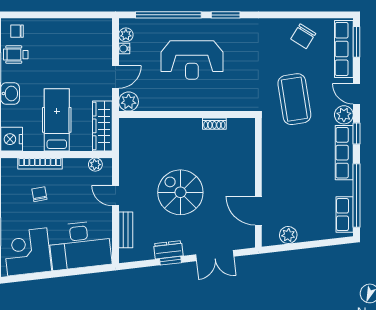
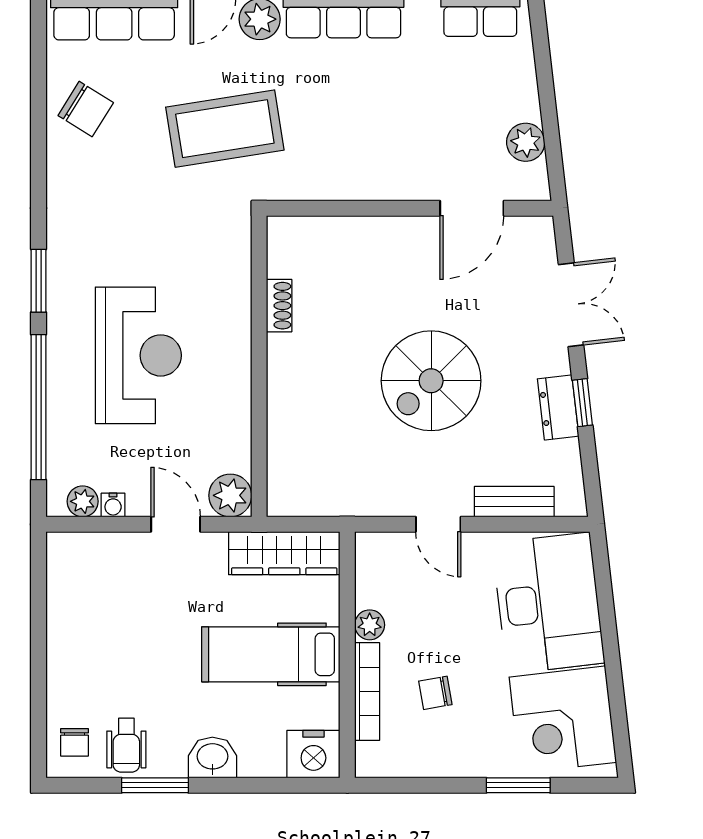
plant: (95, 165) -> (370, 625), moved
door: (116, 196) -> (438, 524), hinge flipped

